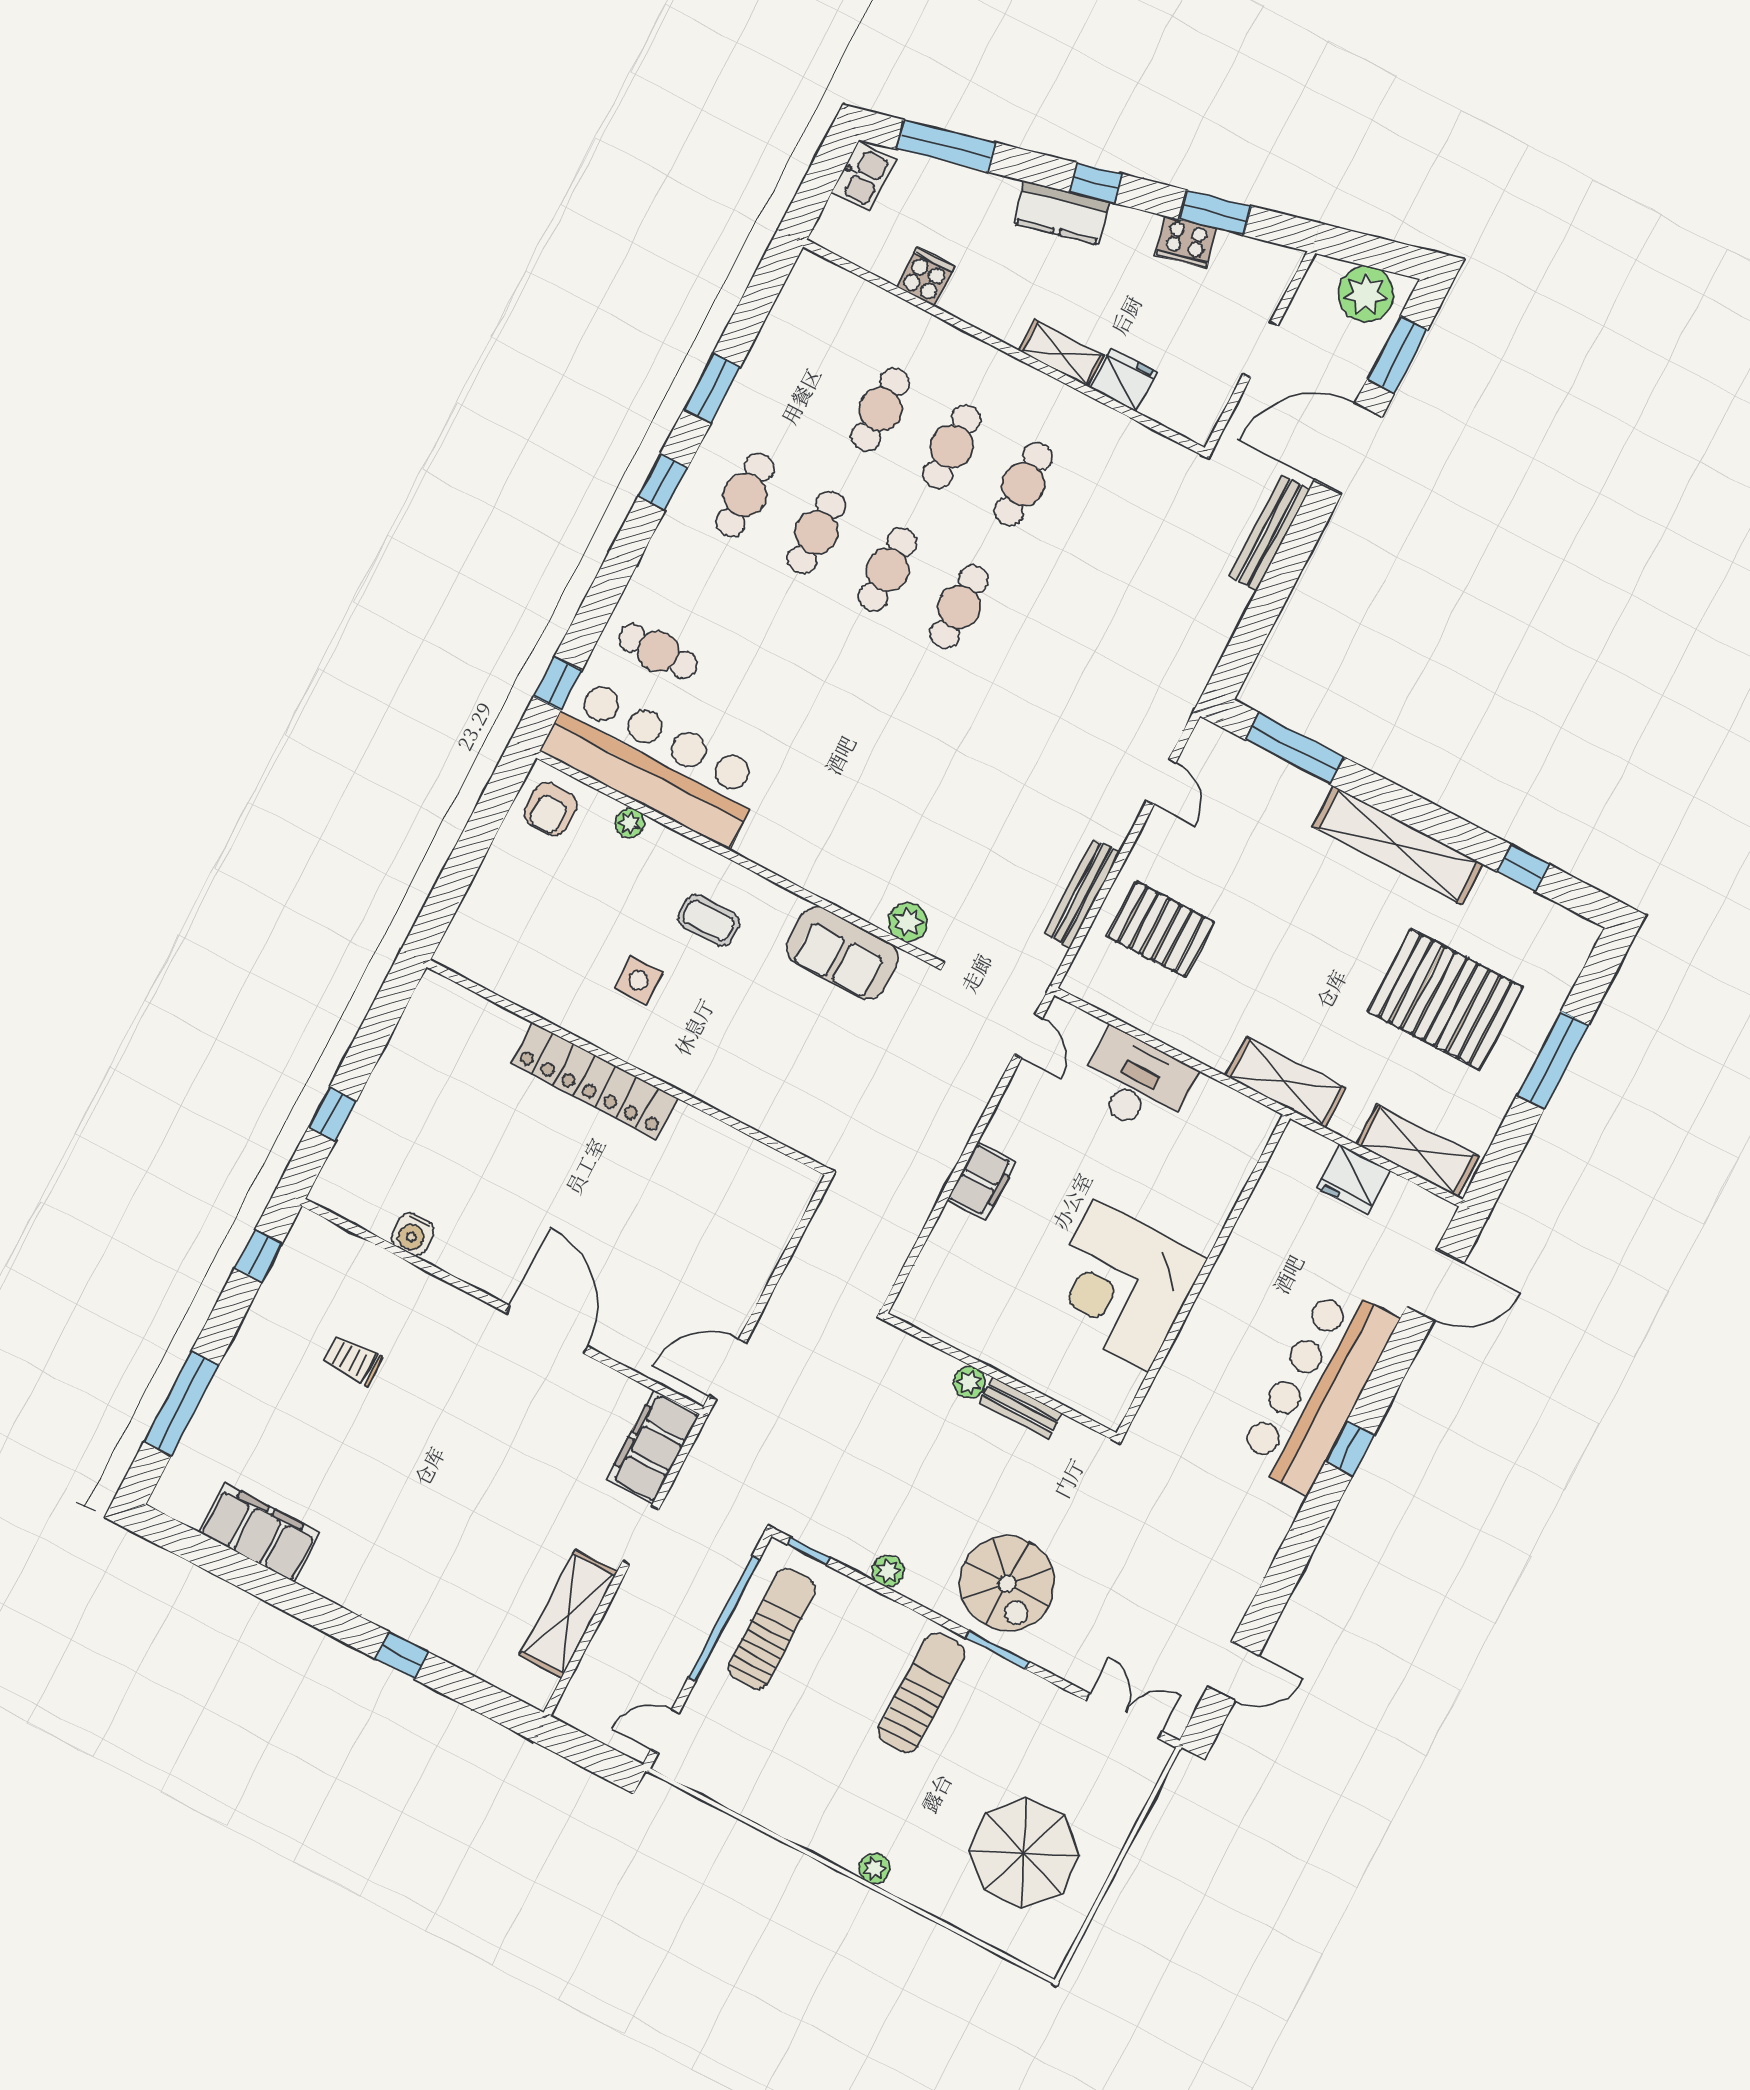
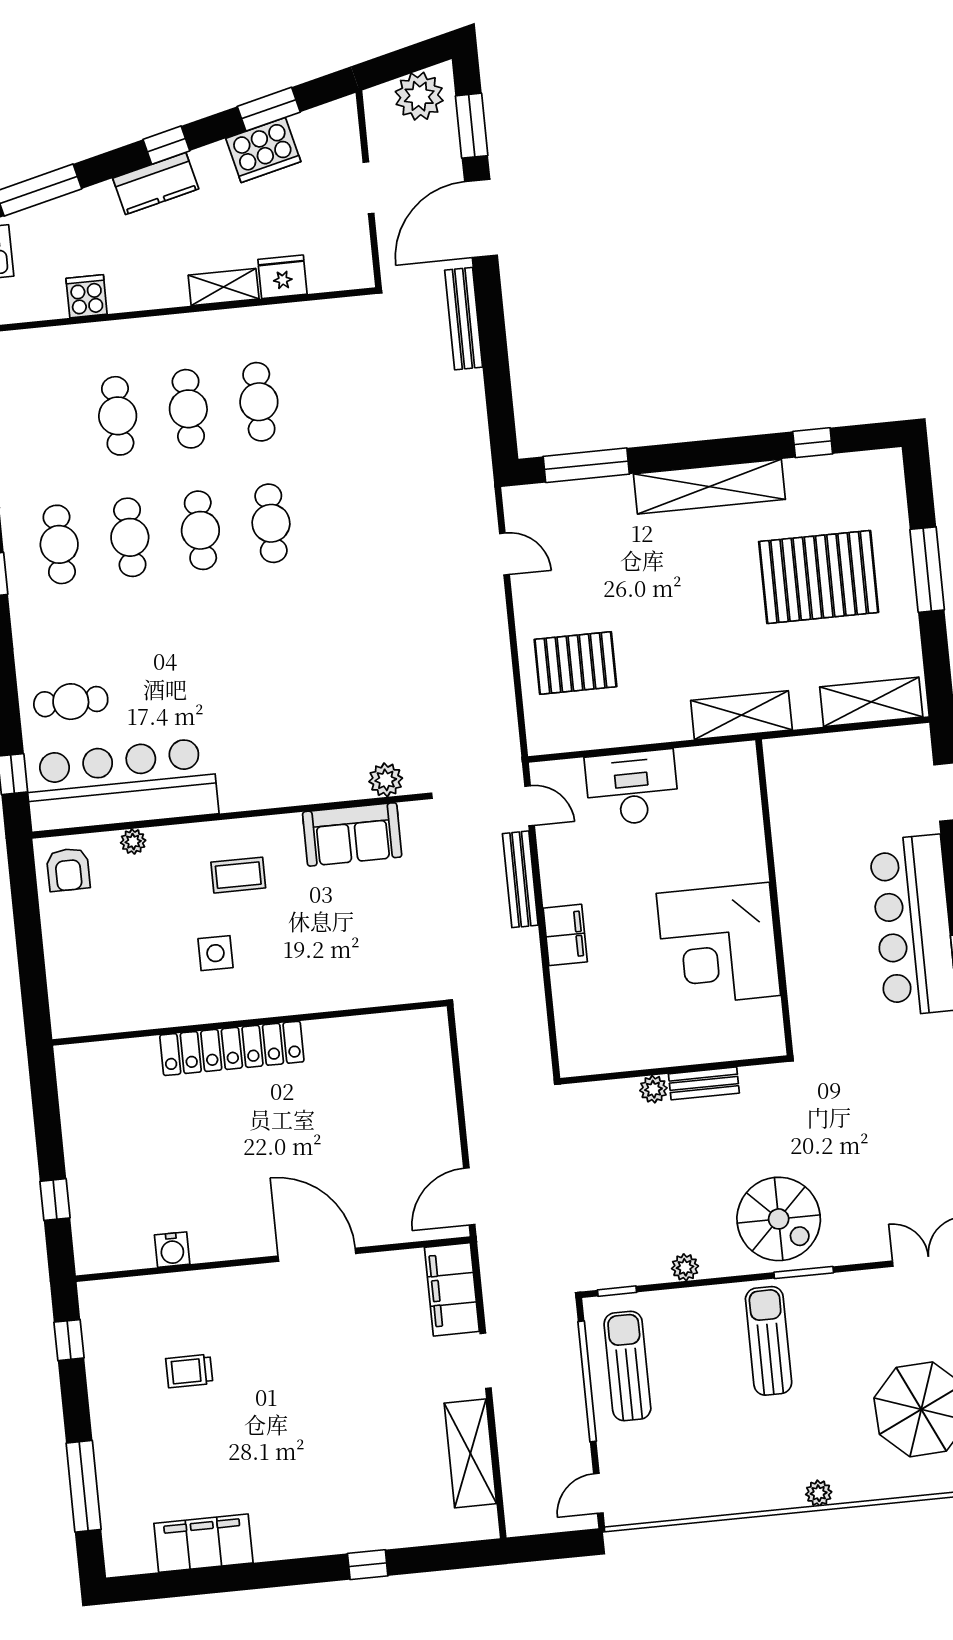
cooker: (1186, 242) -> (263, 150), width x1.37, depth x1.31
bench: (1082, 893) -> (520, 879), moved
fridge: (1354, 1179) -> (838, 754), removed

